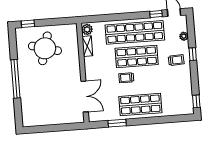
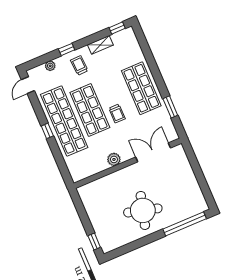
window: (156, 14) -> (47, 131), moved
plant: (87, 29) -> (114, 159), moved
shelving: (87, 46) -> (100, 45), moved
round table: (45, 48) -> (143, 210), moved
window: (16, 79) -> (185, 224), moved

